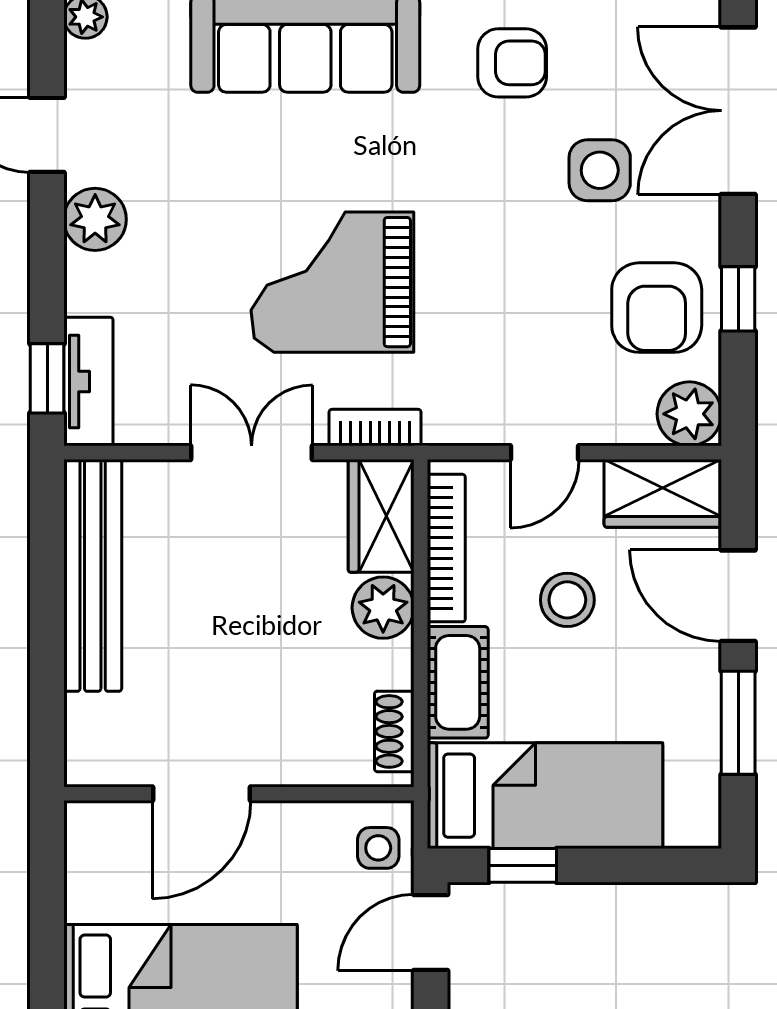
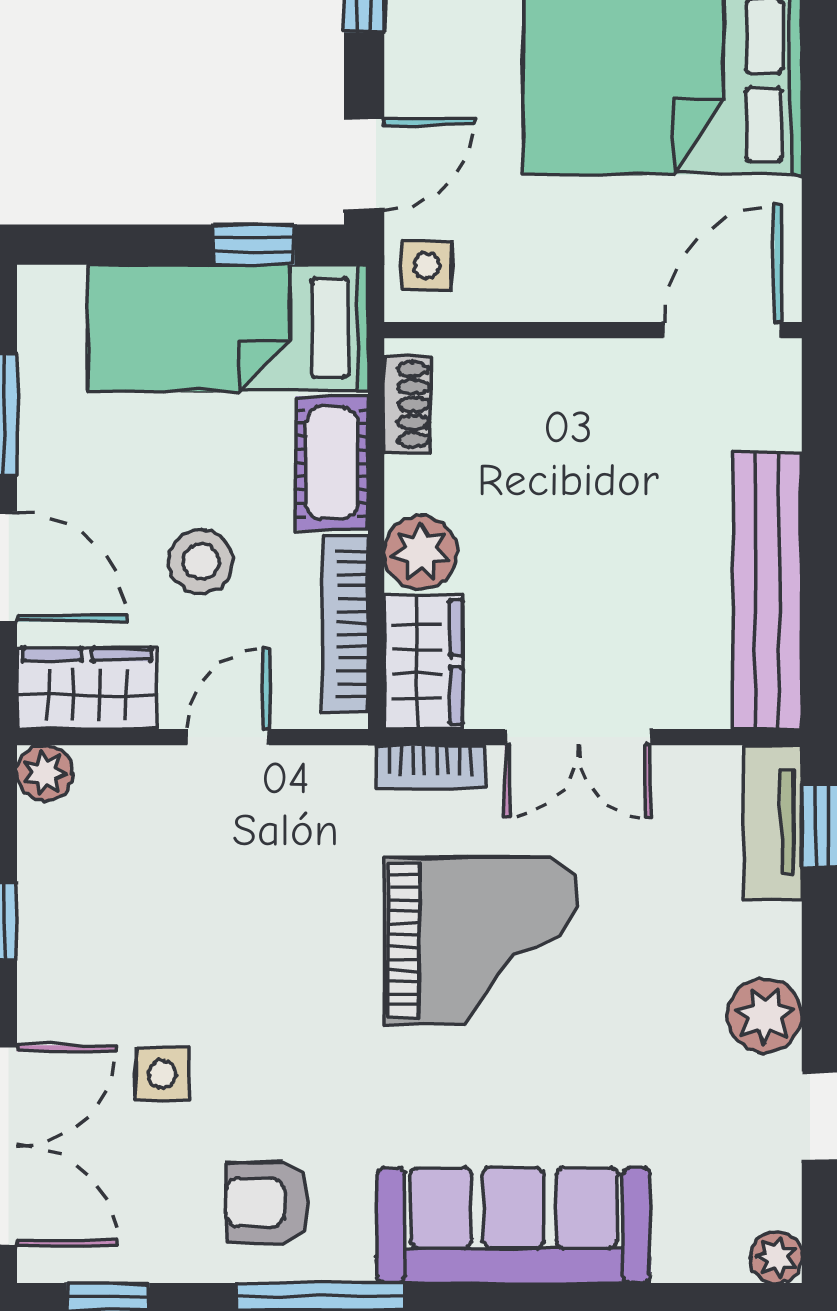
side table: (600, 170) -> (162, 1074), width x0.73, depth x0.73
armchair: (657, 308) -> (94, 910), removed
plant: (689, 414) -> (45, 773), width x0.73, depth x0.73
door: (202, 794) -> (722, 330), moved

